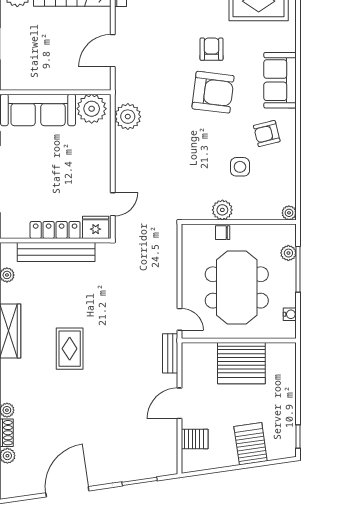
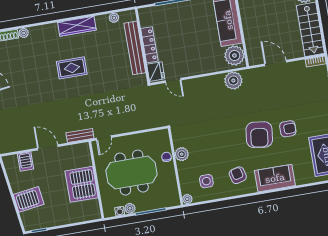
side table: (240, 167) -> (206, 181), moved
plant: (288, 253) -> (130, 208), moved

